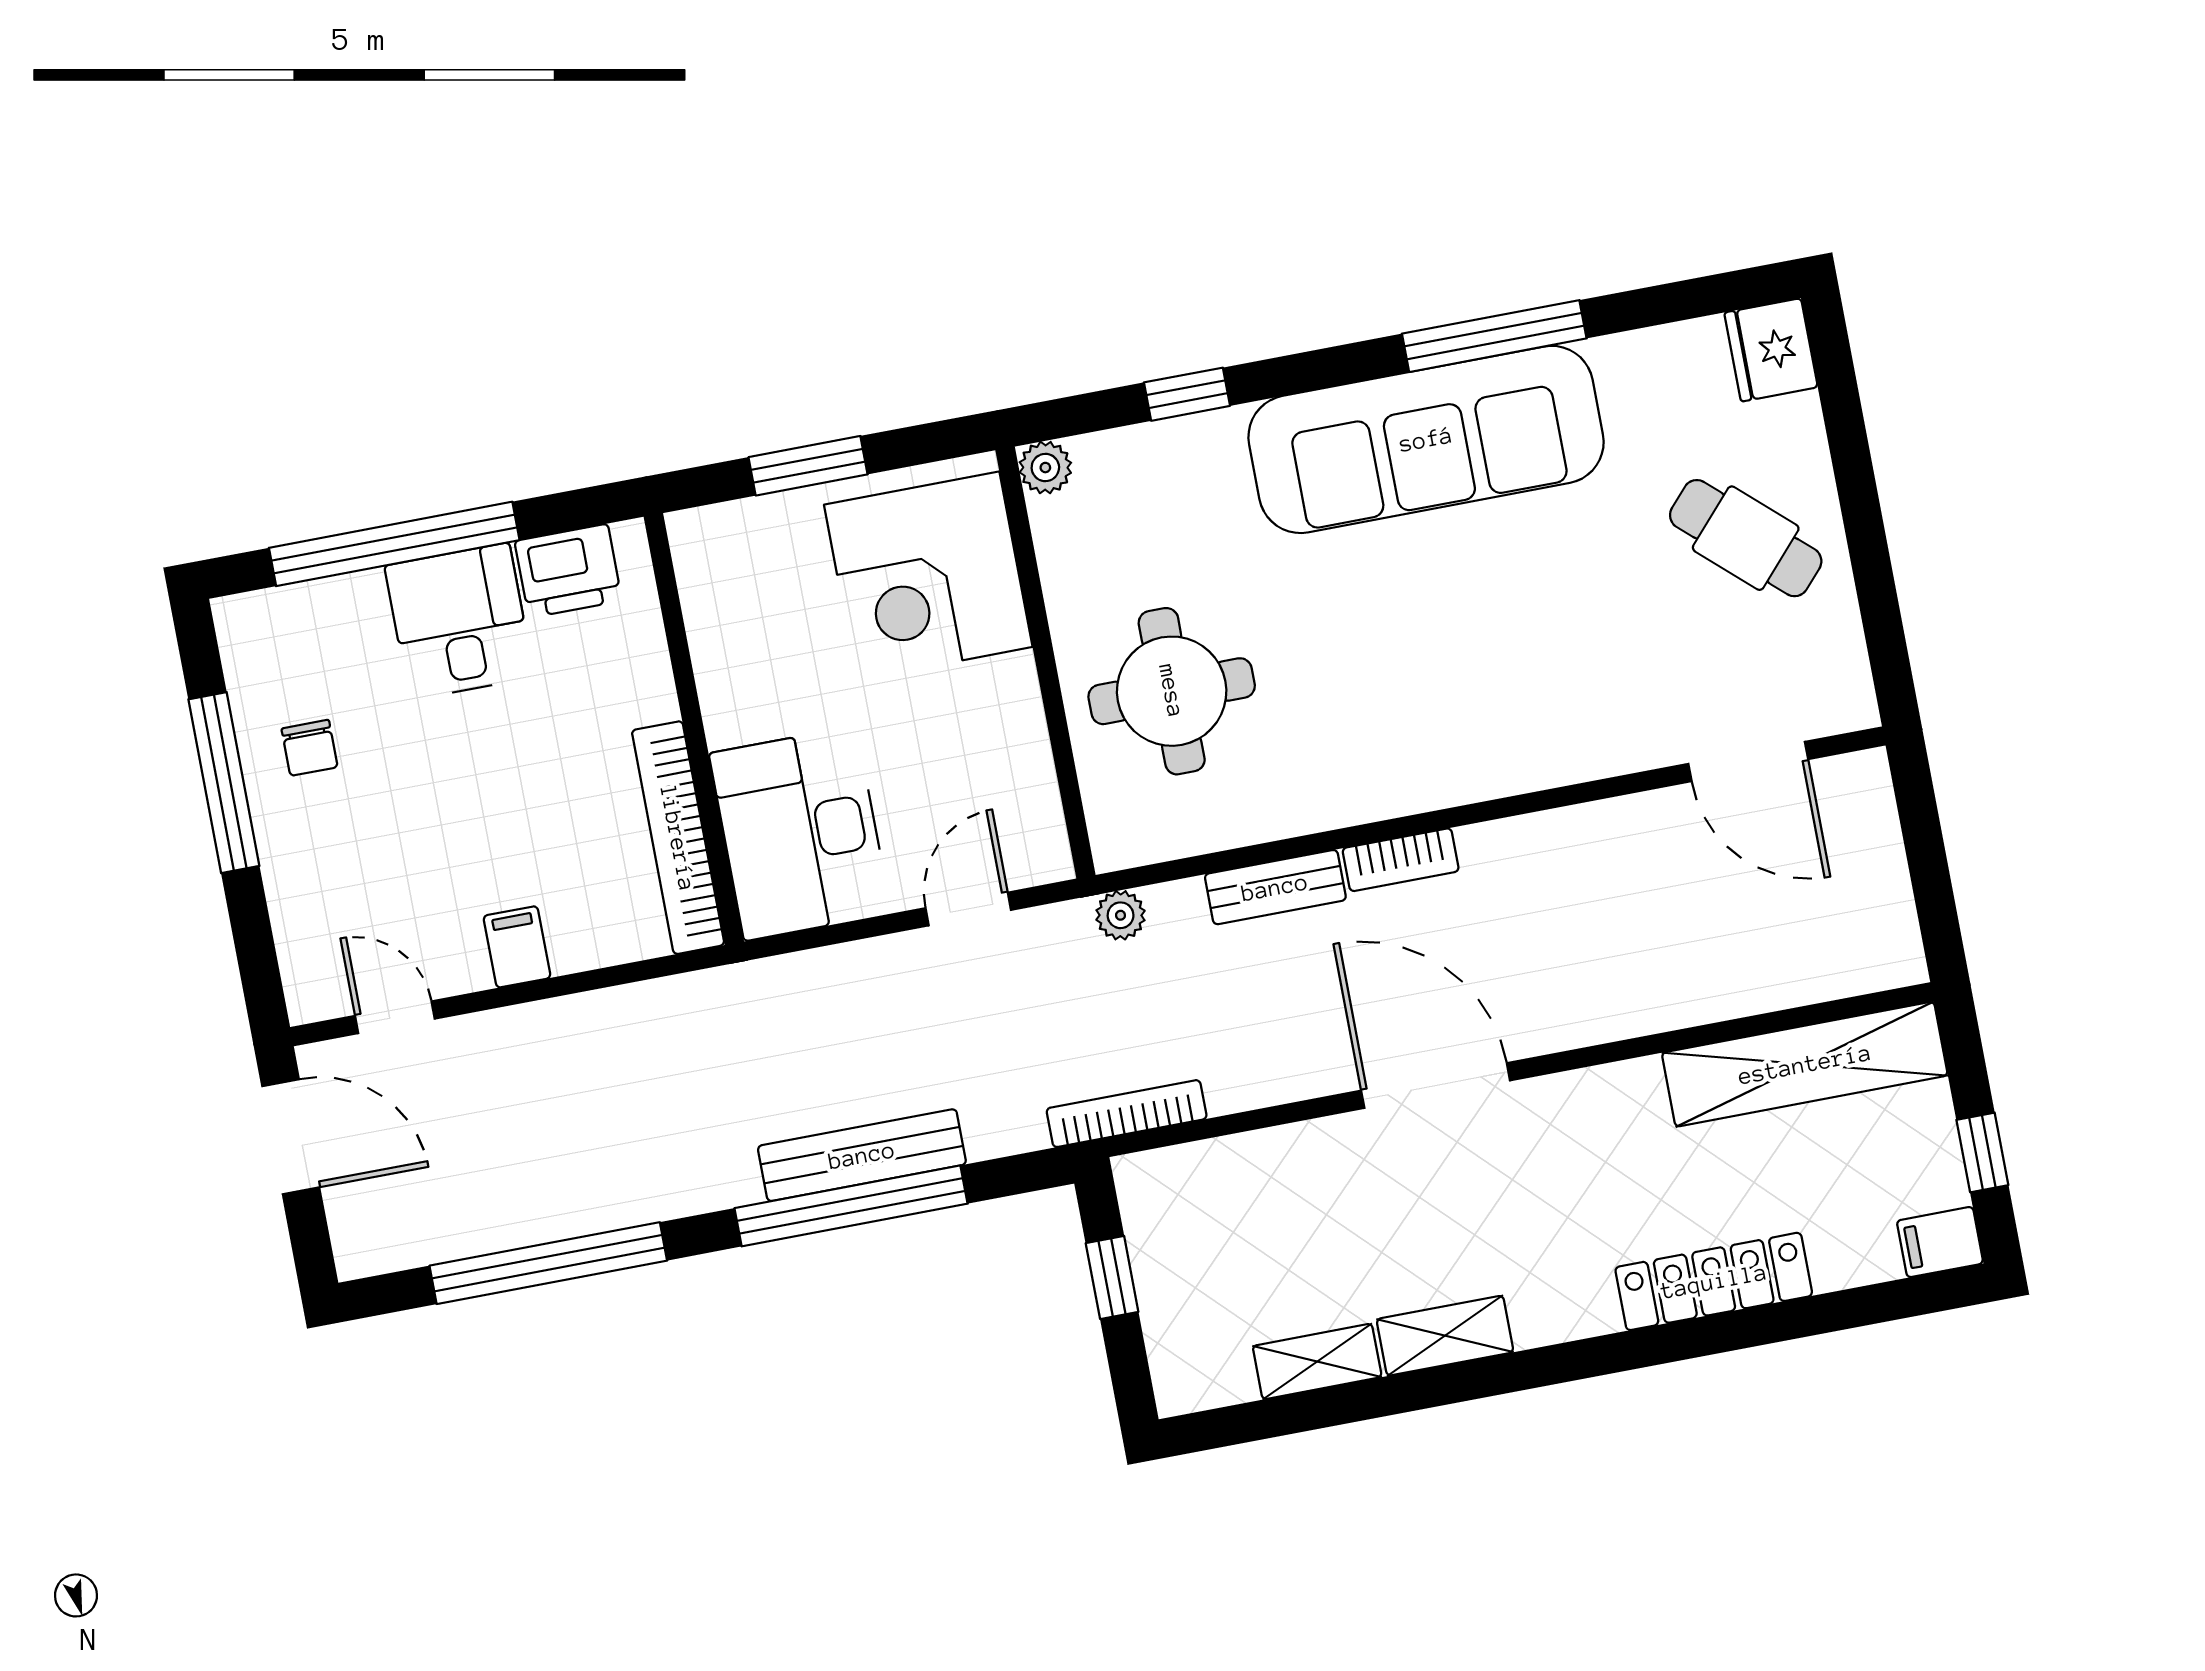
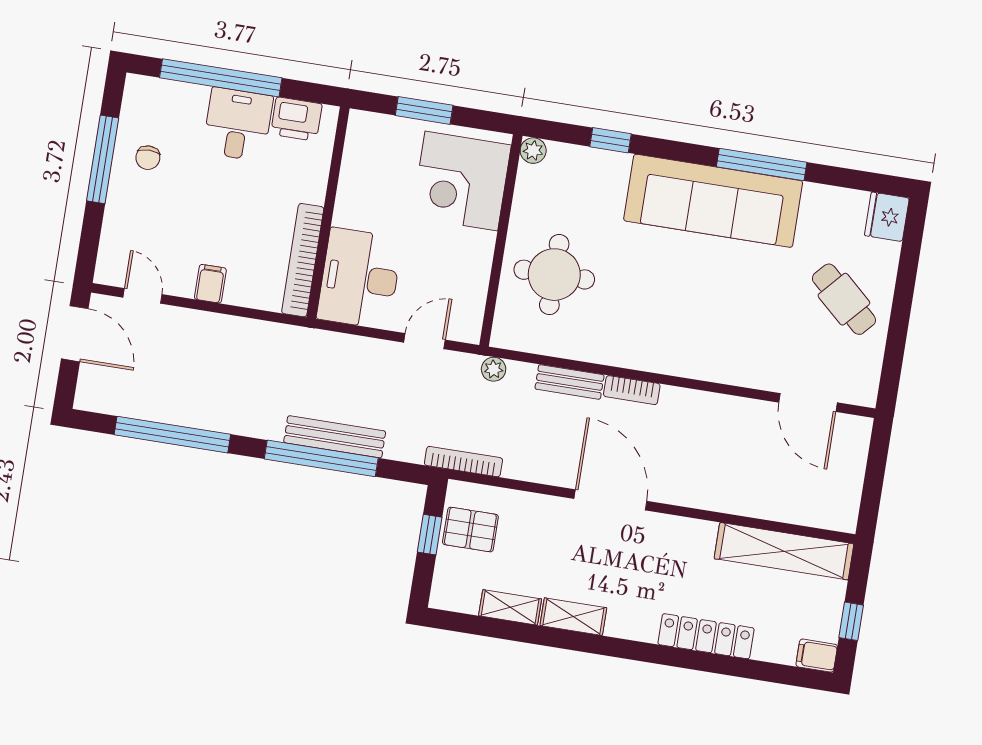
pallet: (1187, 1239) -> (470, 530), added

